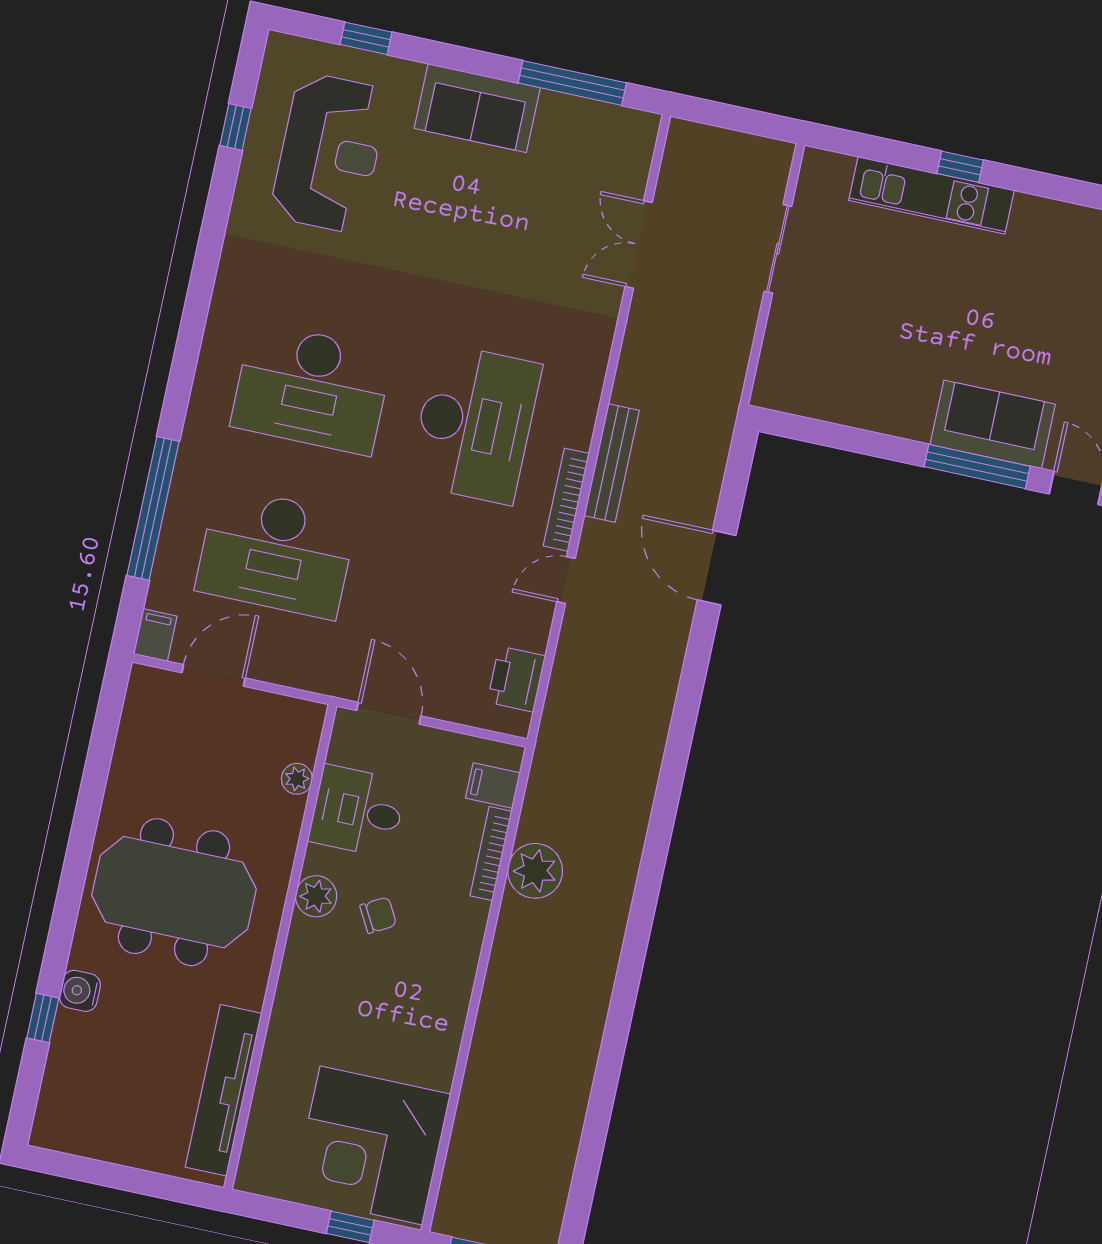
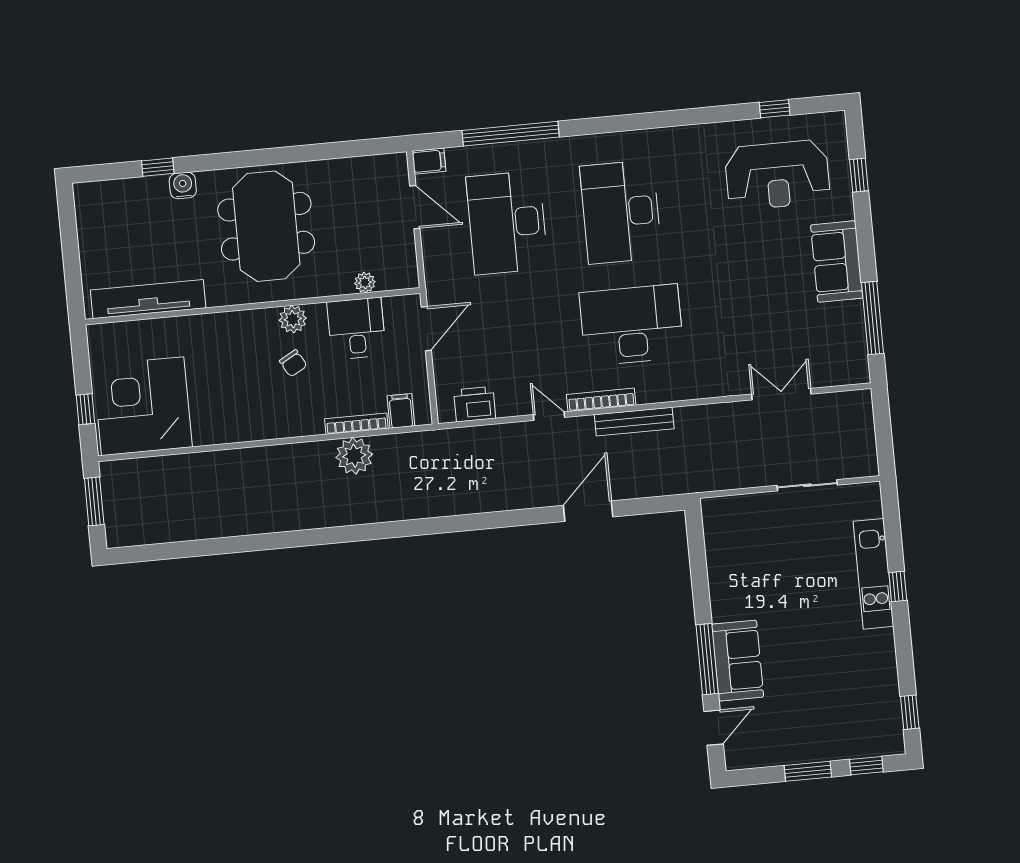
desk: (475, 424) -> (632, 325), turned 180

